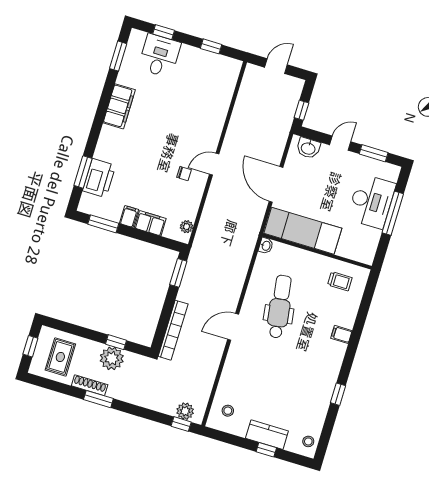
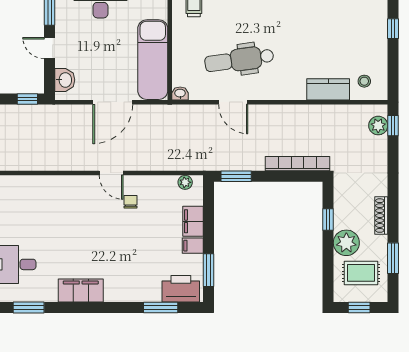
printer: (99, 178) -> (181, 289), moved
door: (233, 327) -> (233, 102), moved
plant: (112, 358) -> (346, 243), moved
shoe rack: (90, 385) -> (381, 216), moved
window: (98, 399) -> (393, 258), moved
kitchen counter: (267, 435) -> (328, 89), moved, turned 90

